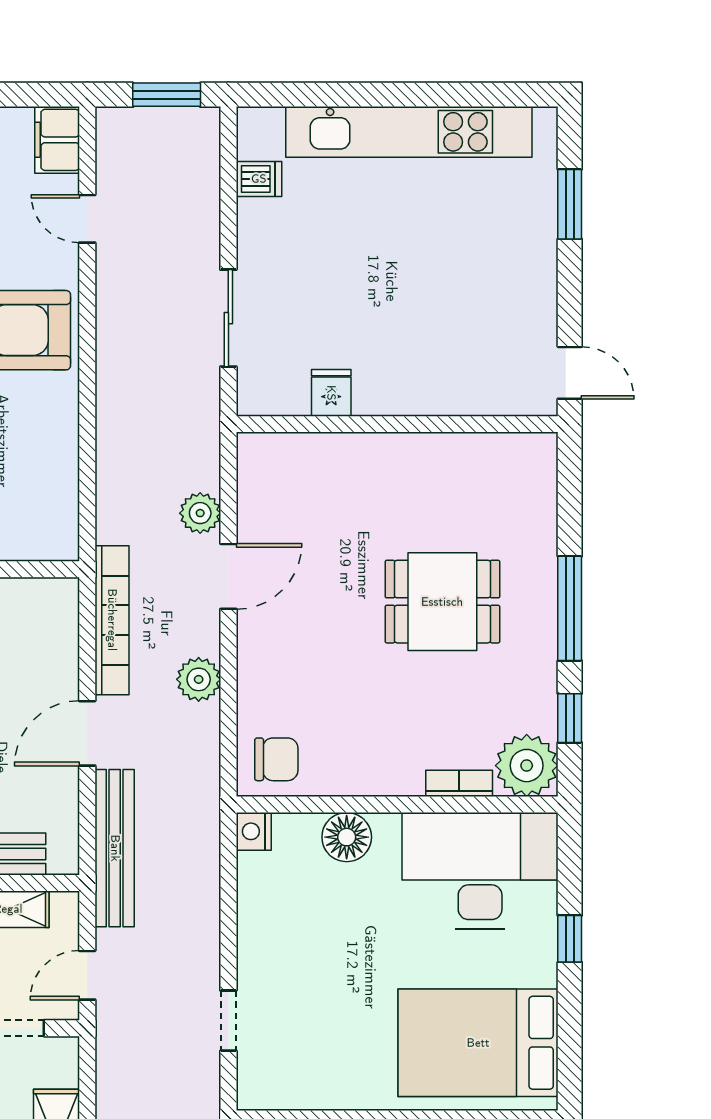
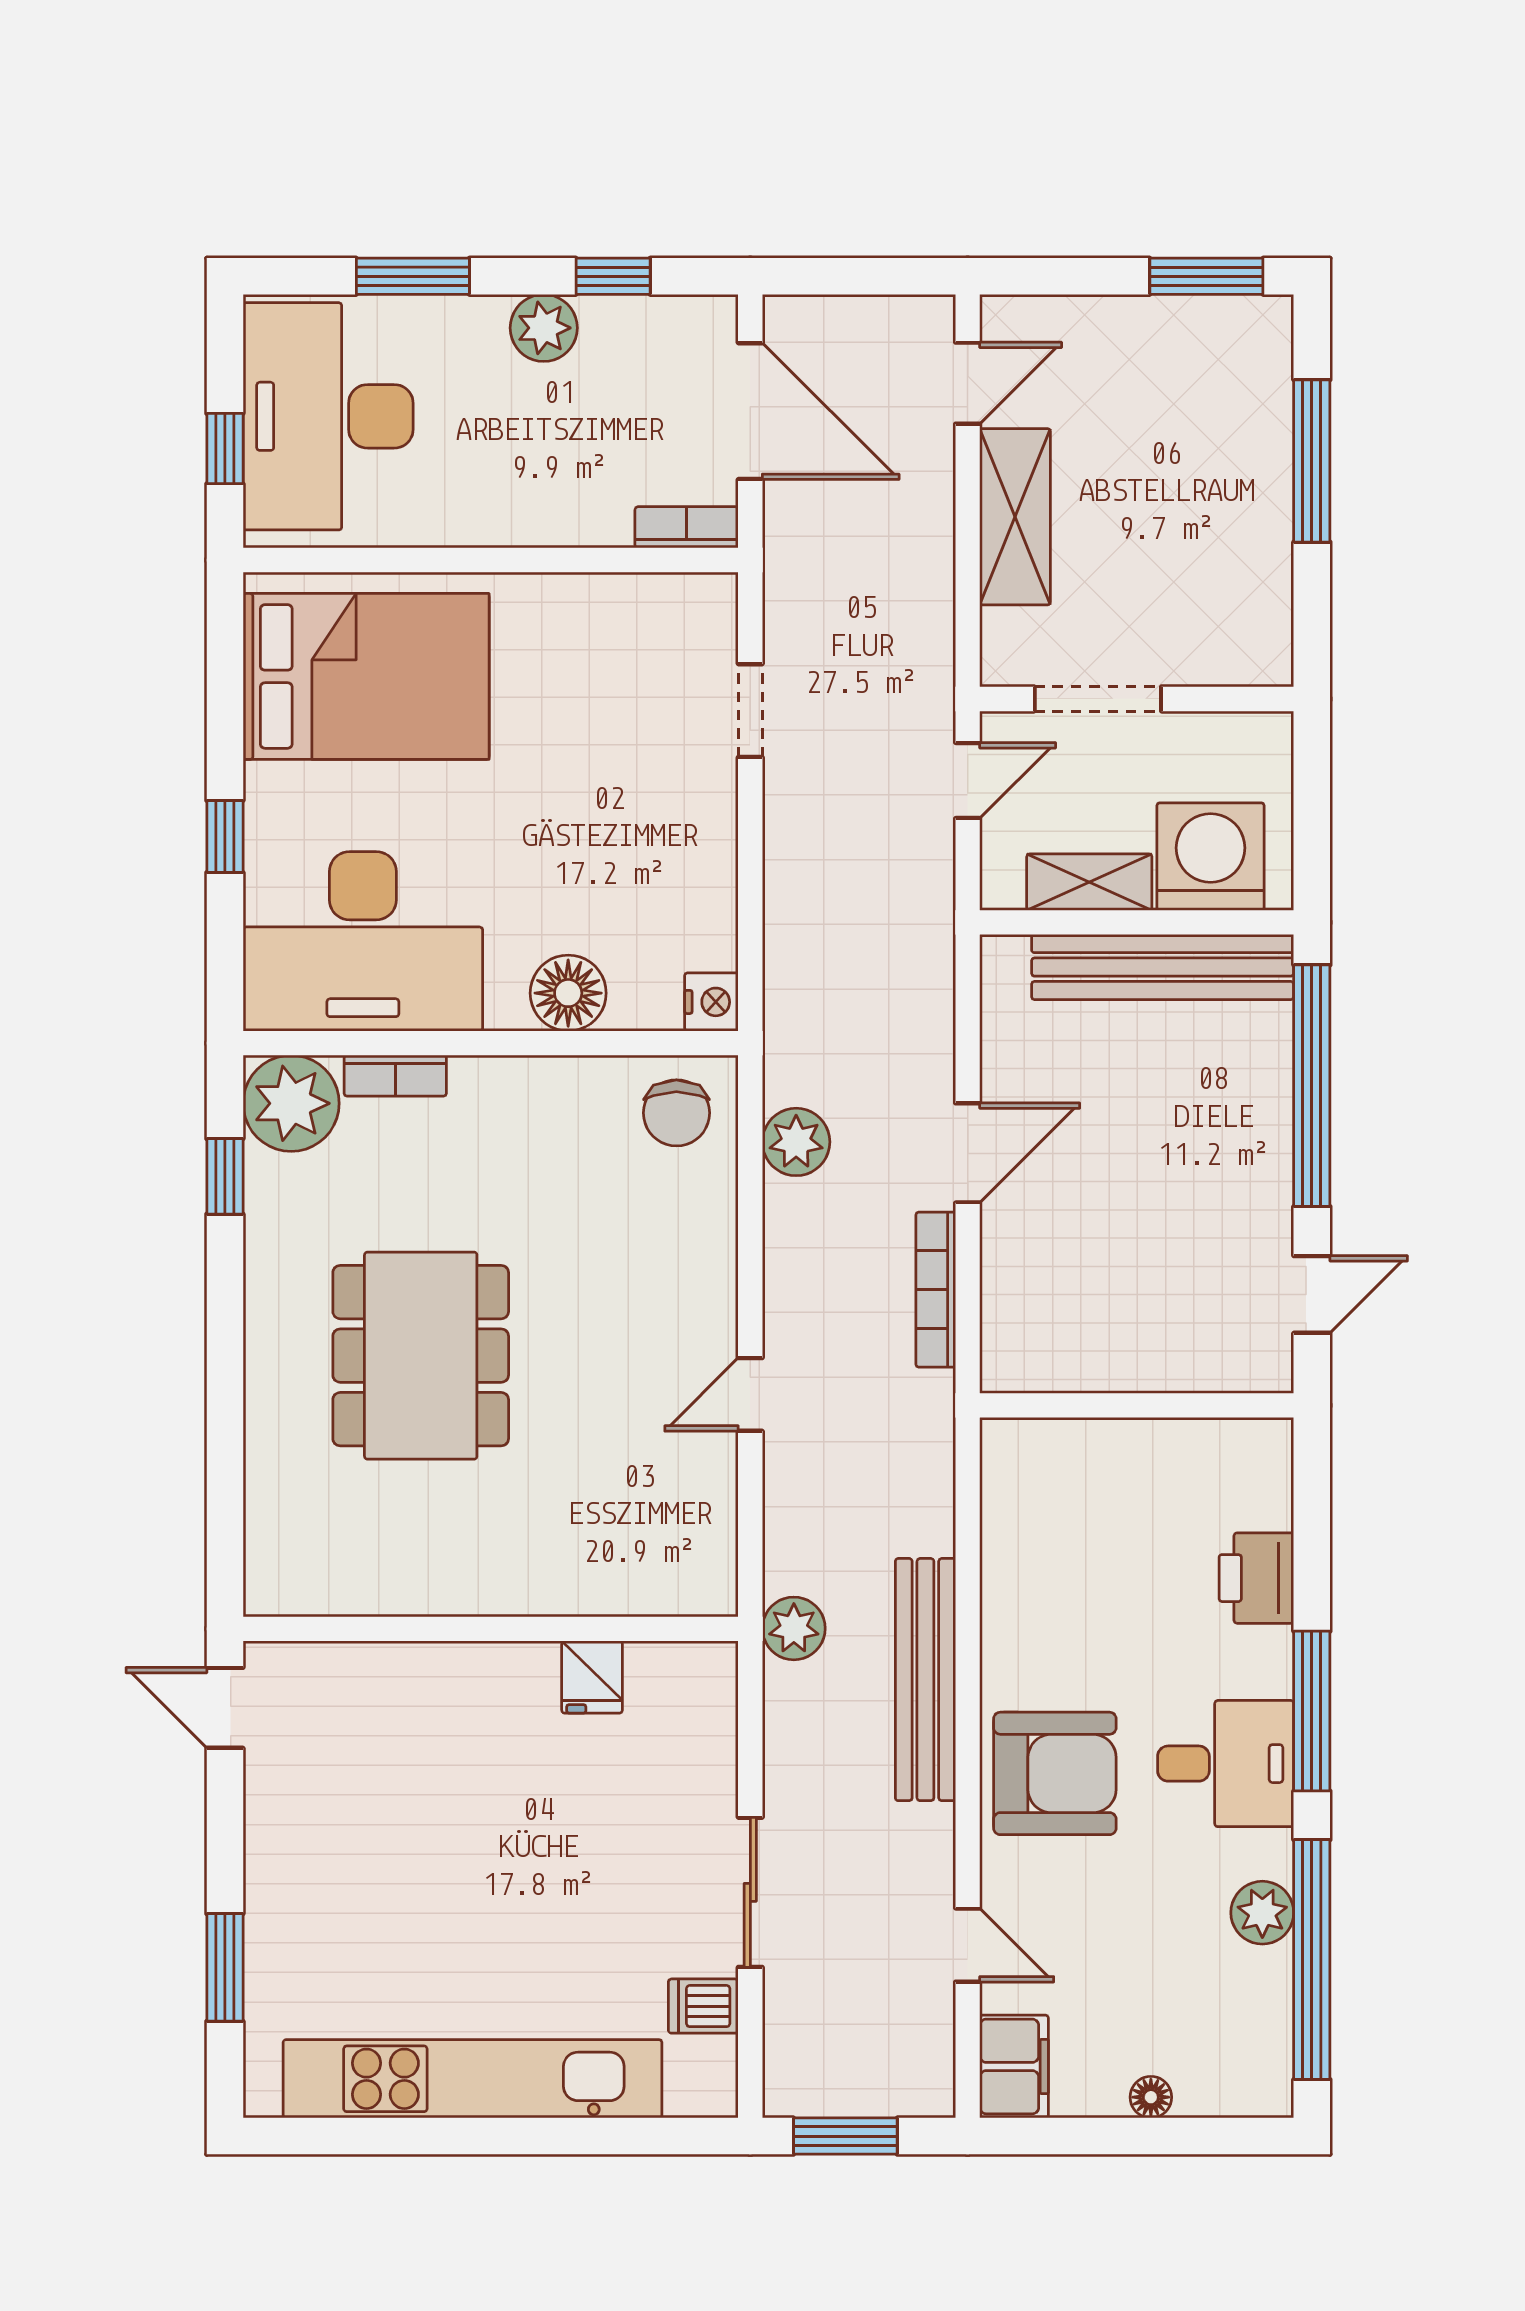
sliding door: (228, 318) -> (750, 1892), moved
plant: (200, 513) -> (794, 1628), moved
door: (228, 576) -> (750, 1394), width x0.73
dining table: (442, 602) -> (421, 1356), width x1.37
window: (570, 608) -> (225, 1345), removed
bookcase: (112, 620) -> (936, 1290), width x0.68, depth x0.76
plant: (199, 679) -> (796, 1142), moved
chair: (276, 759) -> (676, 1113), turned -90
bench: (115, 848) -> (925, 1680), moved

